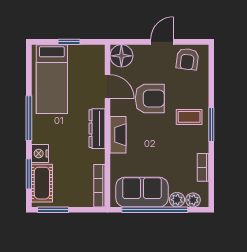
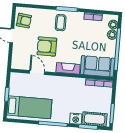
floor lamp: (121, 56) -> (18, 62), removed
door: (108, 87) -> (37, 72), hinge flipped
armchair: (150, 98) -> (47, 46), turned -90
dresser: (97, 129) -> (63, 81), removed
sofa: (142, 192) -> (97, 66), moved, turned 90

